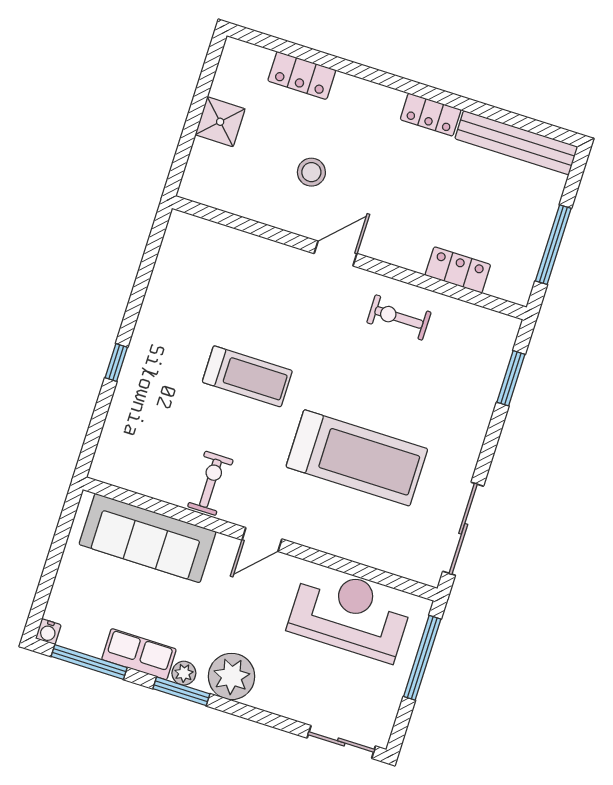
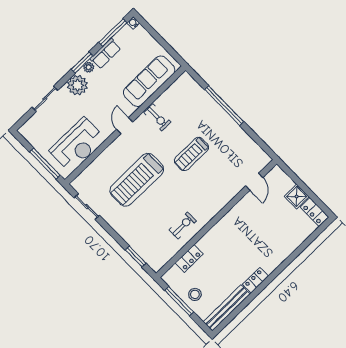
locker: (302, 75) -> (315, 212), moved, turned -90
stool: (311, 172) -> (195, 294), moved
door: (336, 253) -> (254, 182), moved
window: (116, 362) -> (224, 106), width x3.17
sliding door: (463, 529) -> (87, 207), width x0.73
sliding door: (341, 742) -> (45, 99), moved

